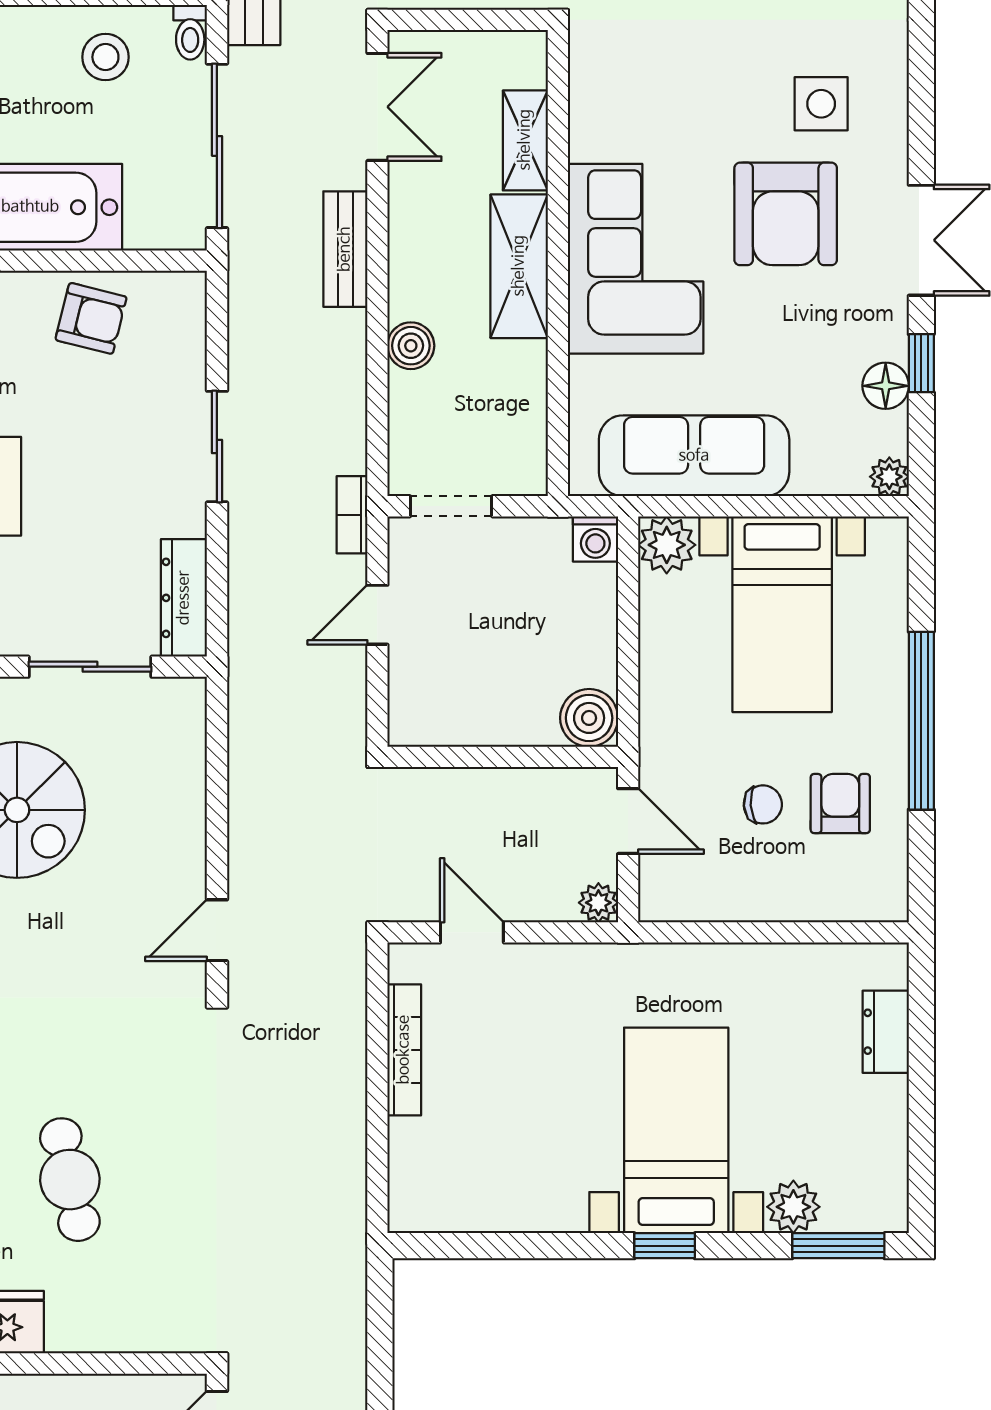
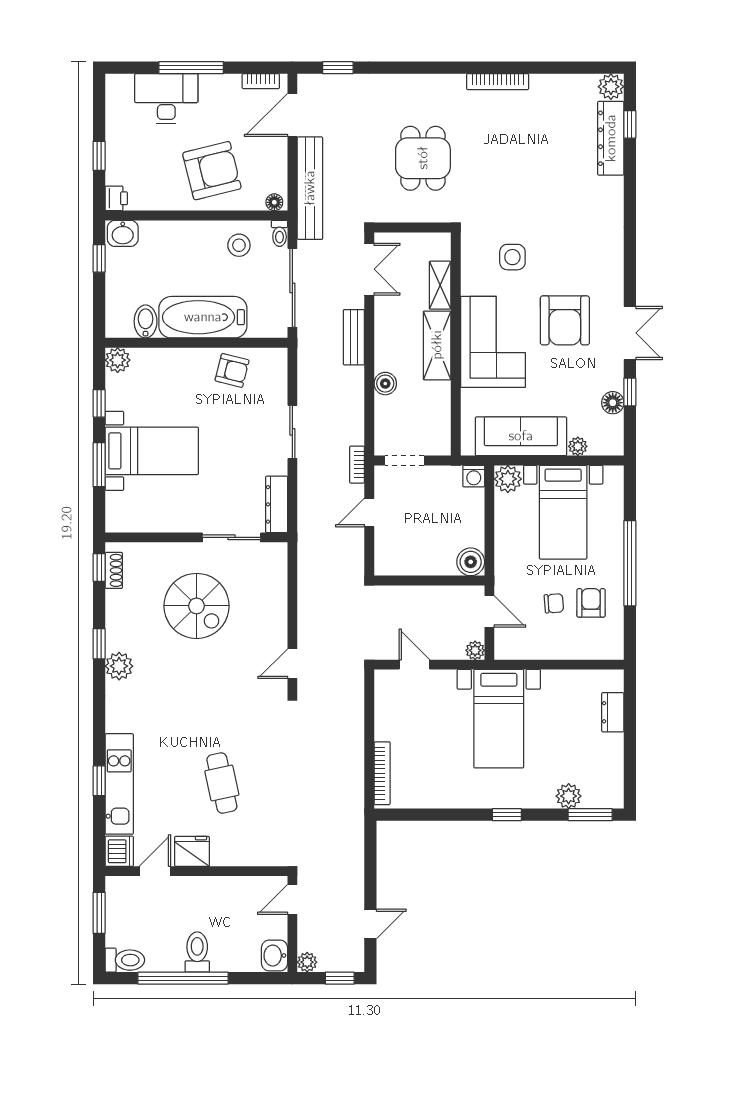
side table: (821, 104) -> (512, 257), moved
plant: (889, 477) -> (578, 446), moved
bookcase: (404, 1050) -> (382, 773), moved
bed with nightstands: (676, 1130) -> (499, 719), moved, turned 180

